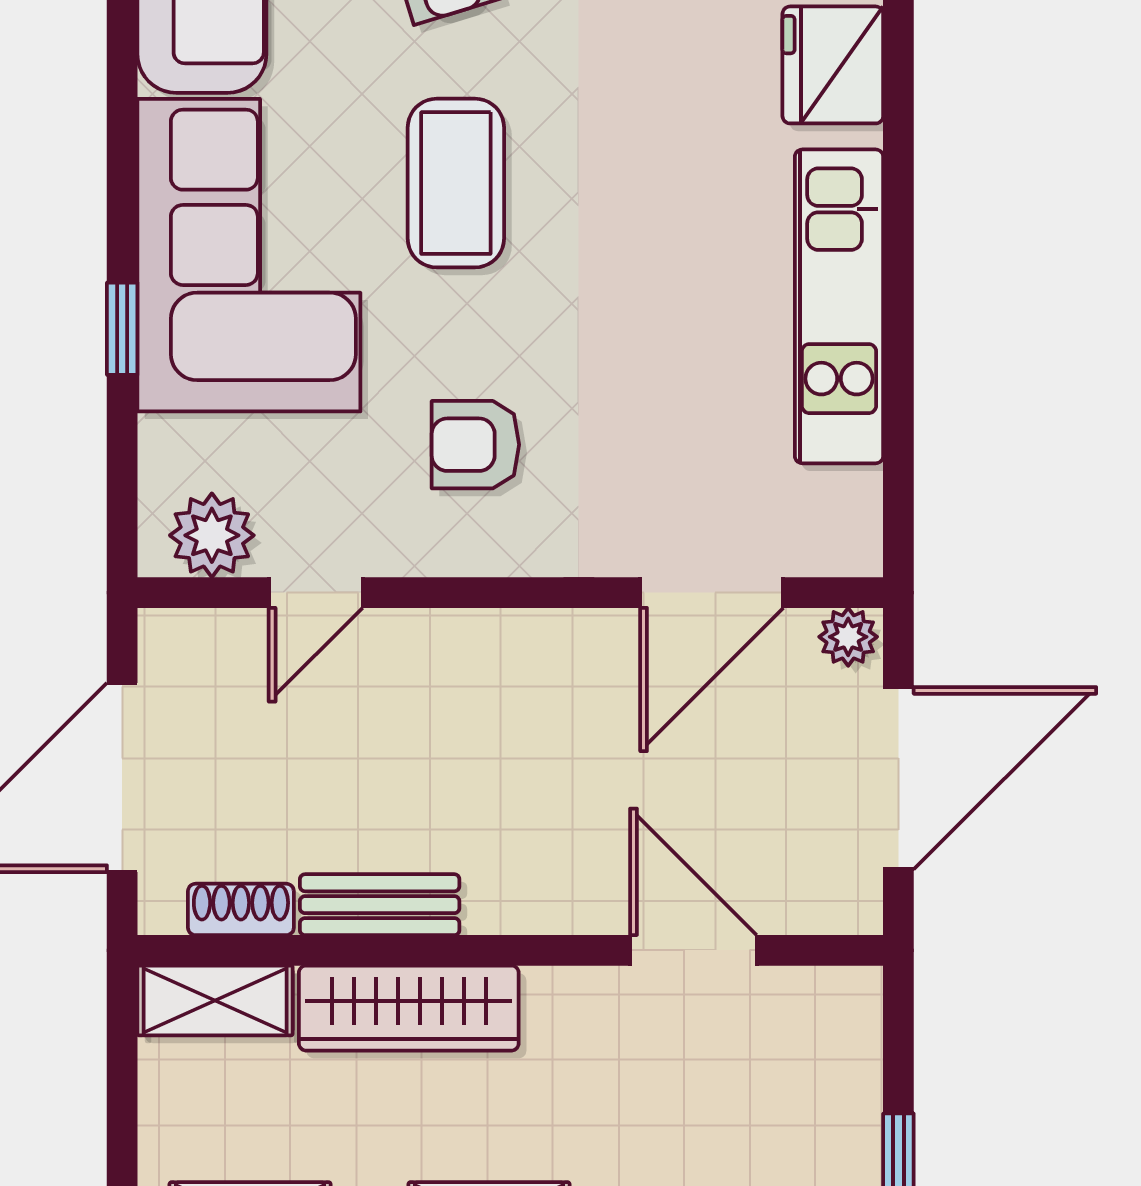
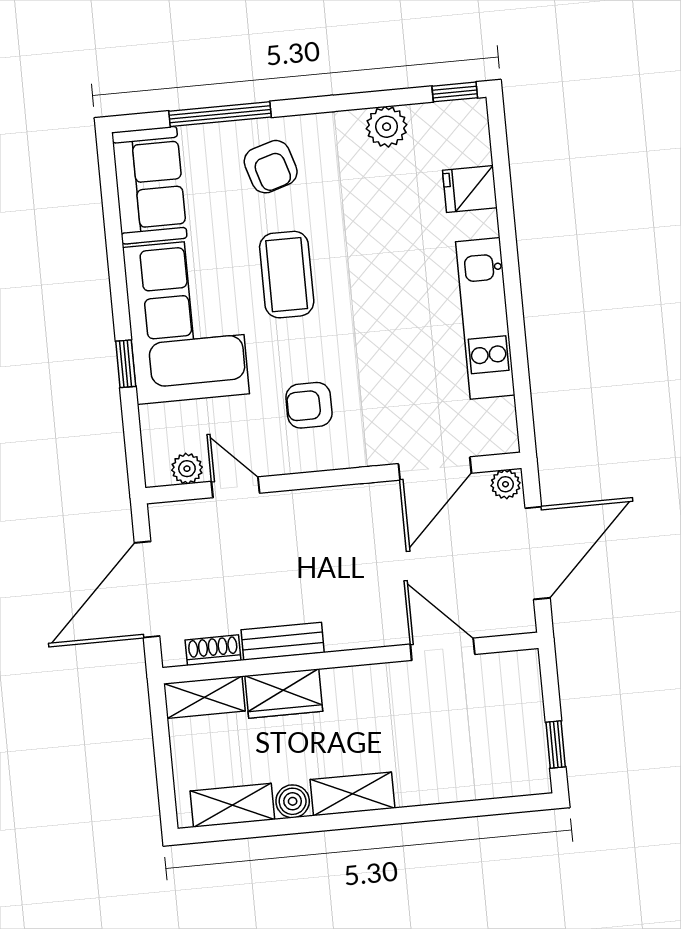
fridge: (833, 65) -> (470, 189), width x0.72
plant: (212, 535) -> (187, 469), width x0.73, depth x0.73
door: (316, 593) -> (236, 487), swing flipped
wardrobe: (409, 1008) -> (284, 694), width x0.67

